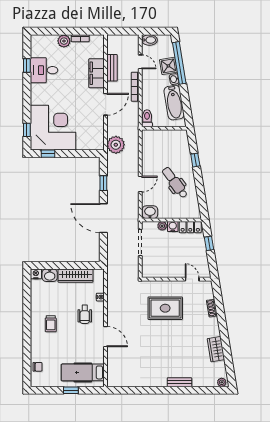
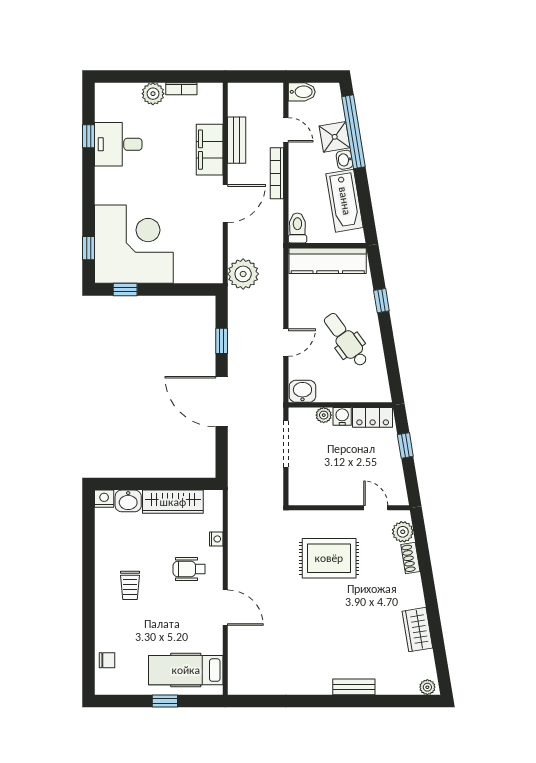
kitchen counter: (164, 137) -> (328, 261), added
plant: (208, 293) -> (403, 532), added
wheelchair: (85, 314) -> (189, 569), turned 90

